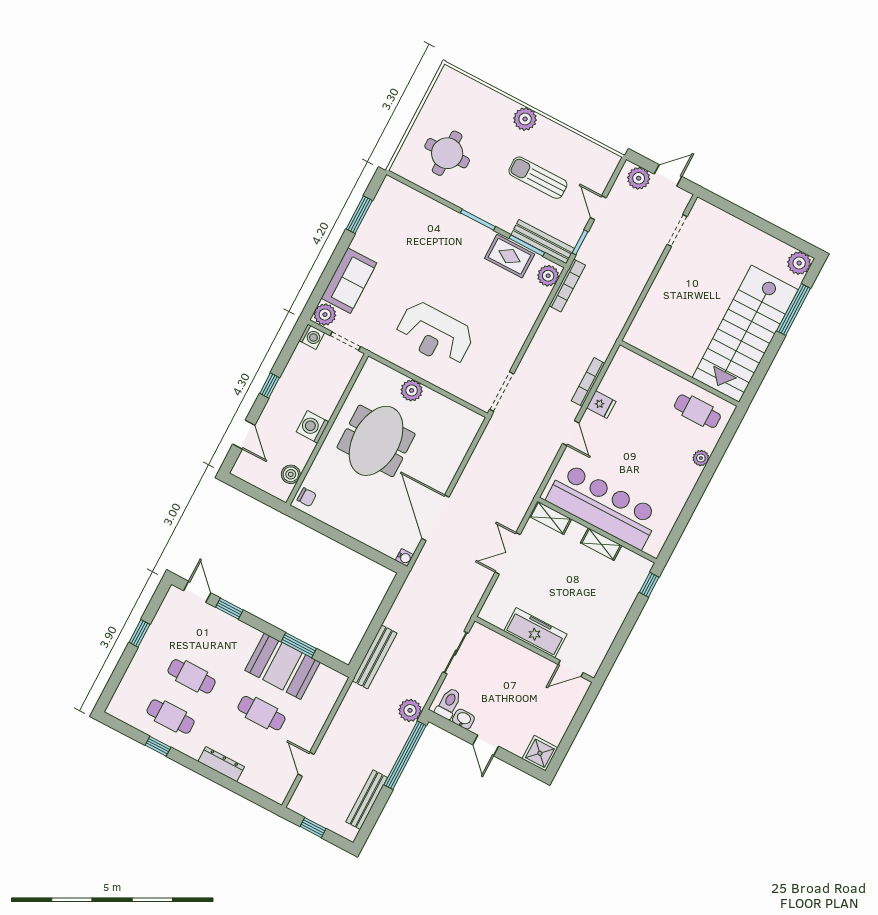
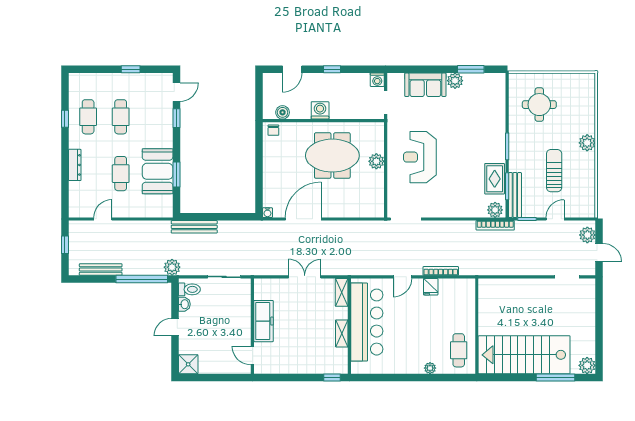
plant: (325, 315) -> (455, 81), moved

